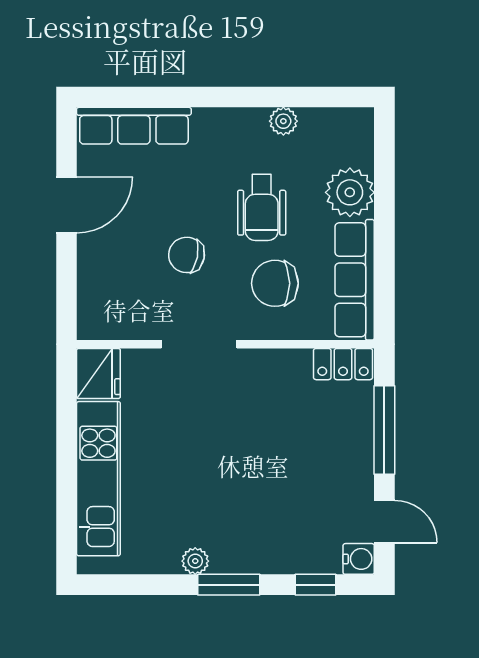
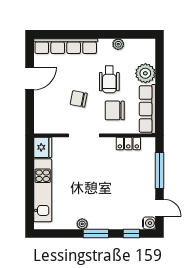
row of seats: (134, 126) -> (66, 46), width x1.36
locker: (343, 364) -> (128, 143), moved

